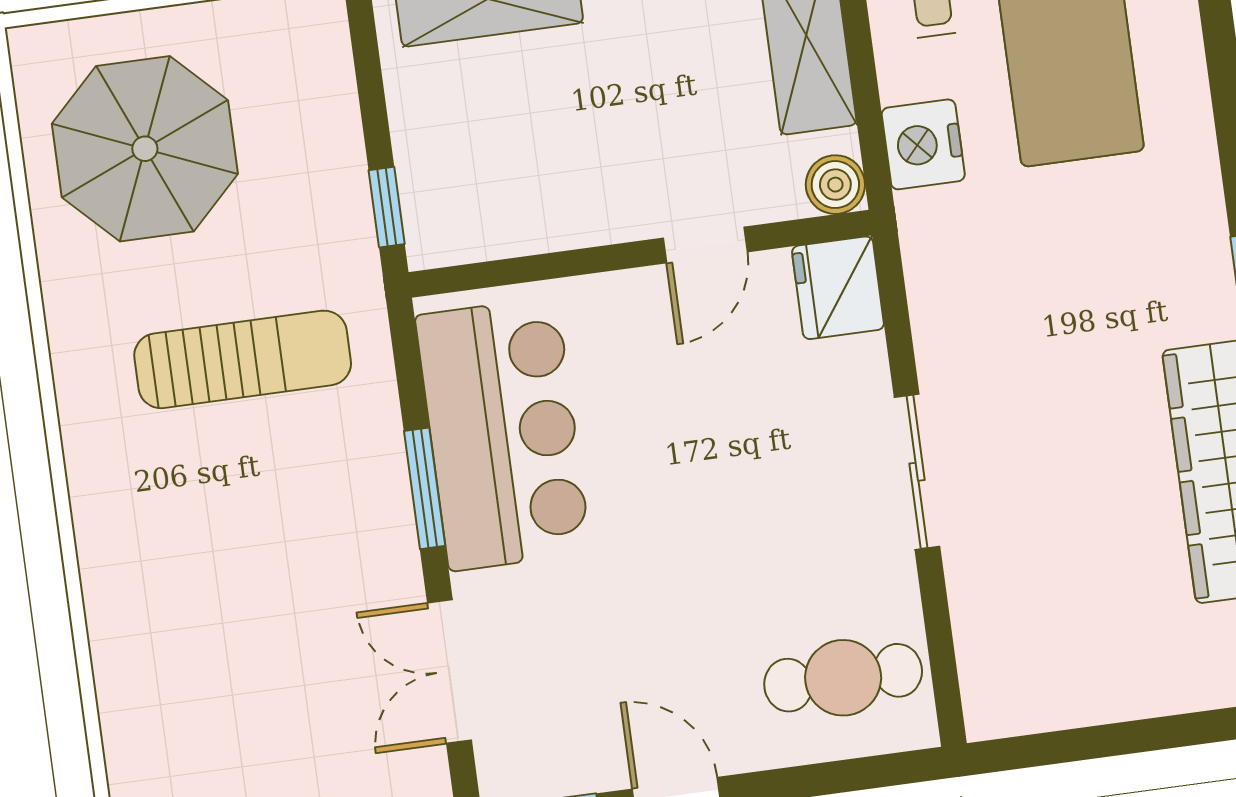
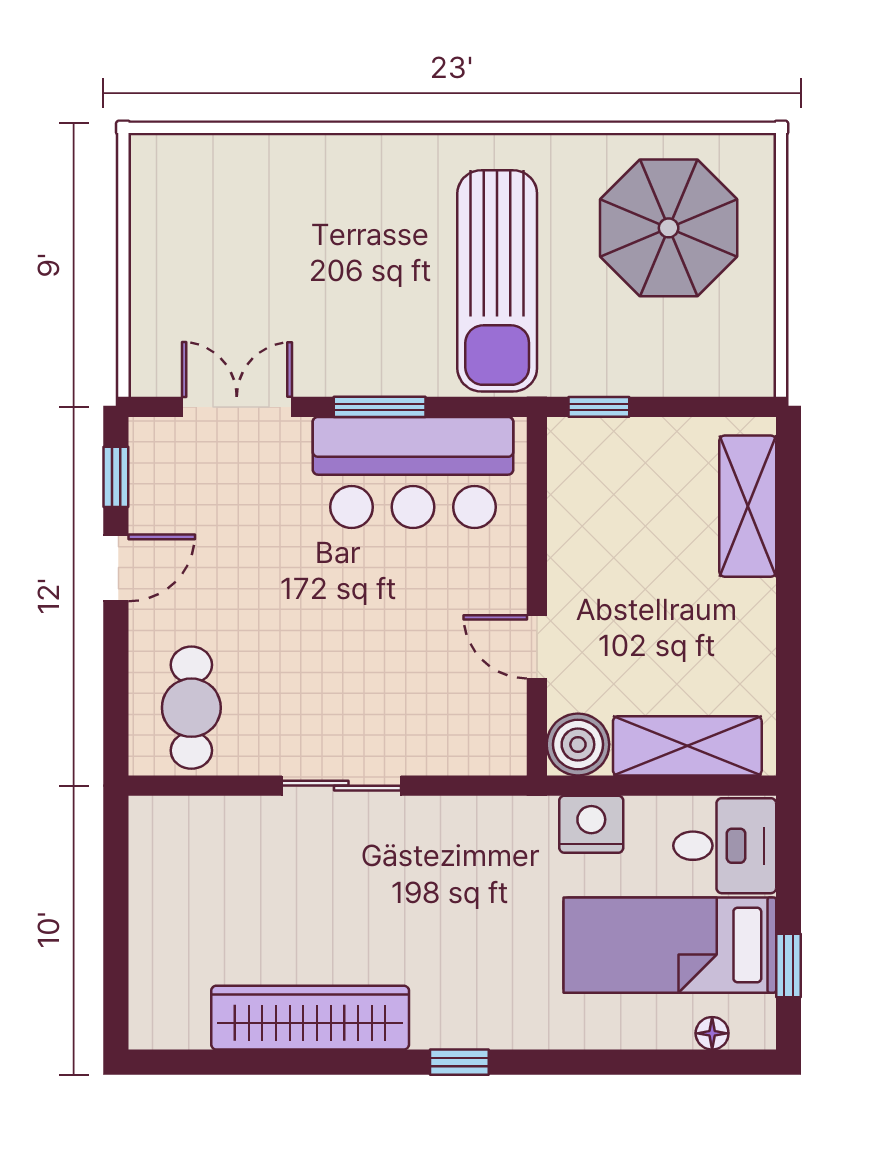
boiler: (835, 185) -> (578, 744), width x1.36, depth x1.36
fridge: (838, 288) -> (490, 744), removed
sun lounger: (243, 359) -> (497, 281), width x1.36, depth x1.34

